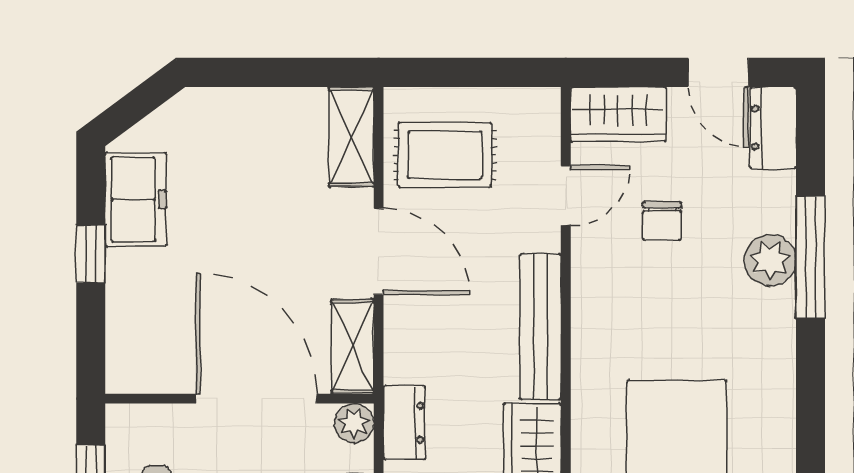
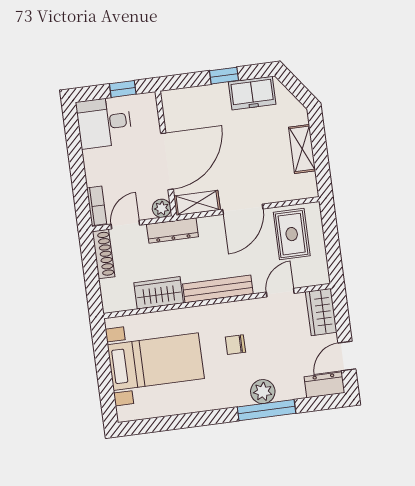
shelving: (351, 137) -> (302, 149), moved, turned 90
door: (566, 195) -> (280, 293), swing flipped
chair: (662, 221) -> (235, 345), moved
dresser: (404, 423) -> (172, 231), width x1.44

